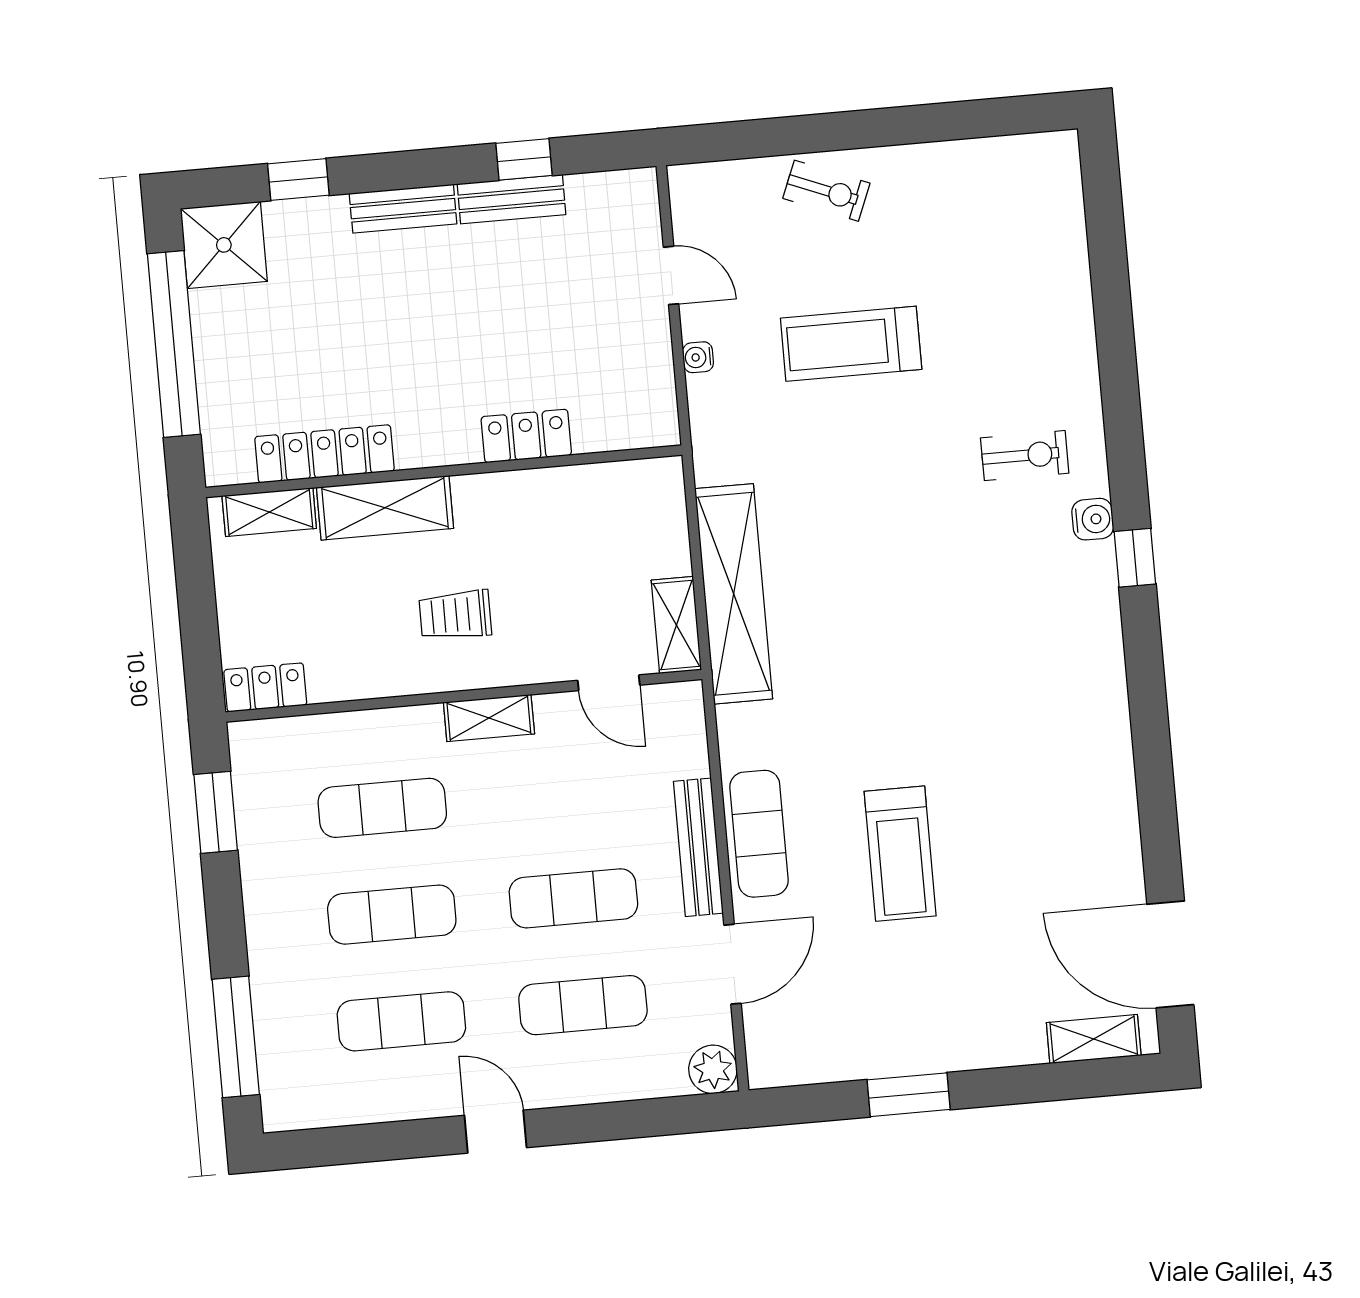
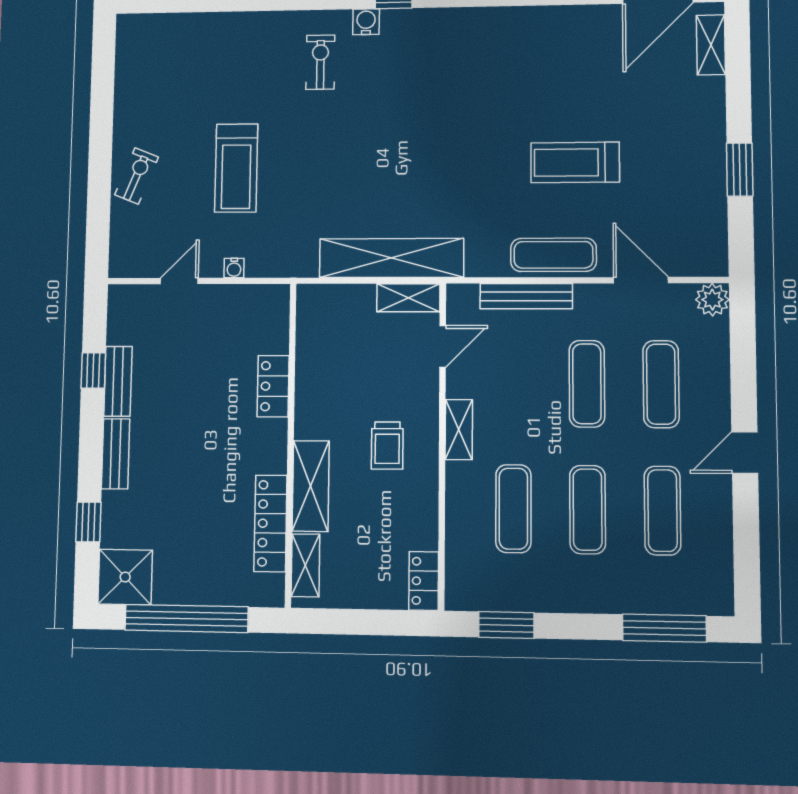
bench: (698, 847) -> (526, 296), moved
treadmill: (900, 854) -> (575, 162), turned 180

